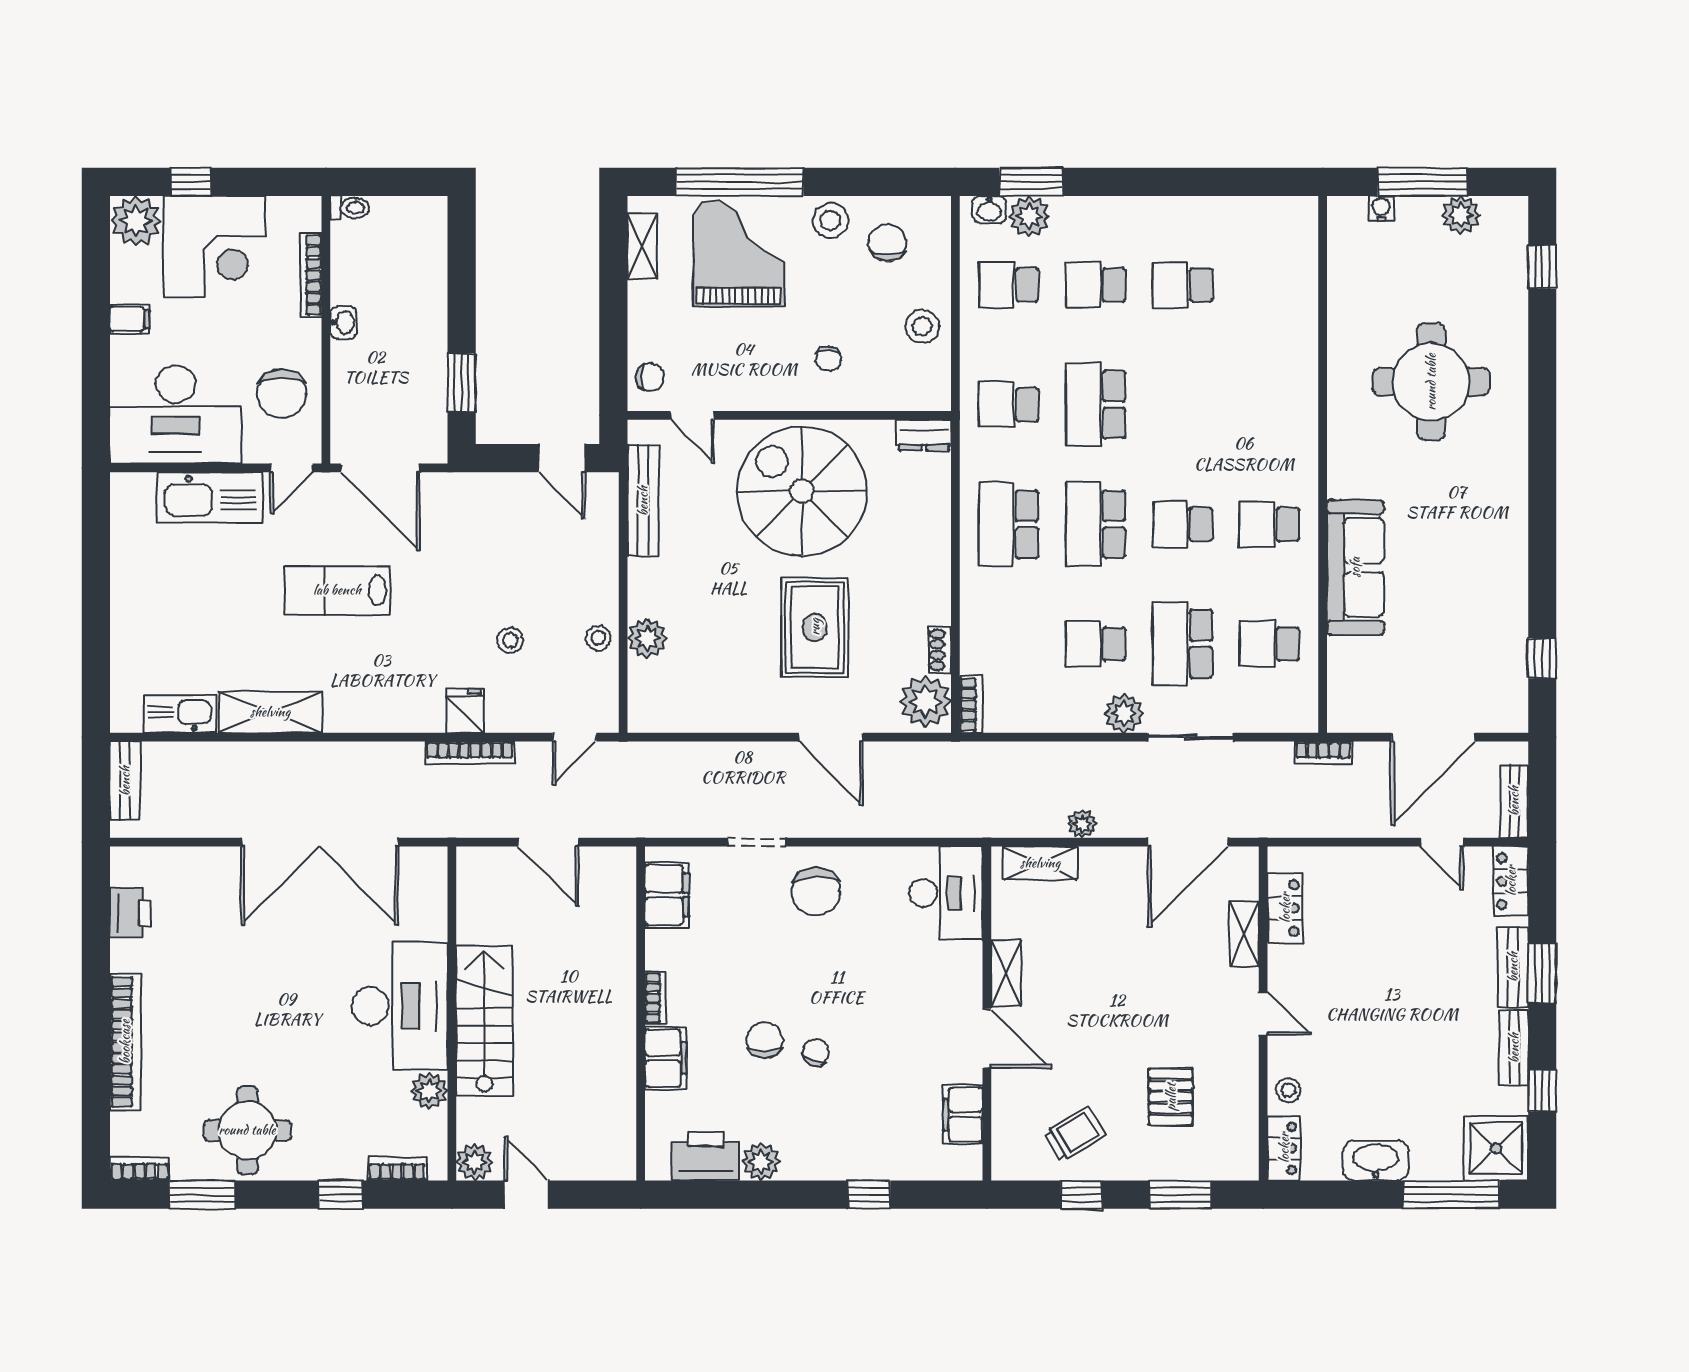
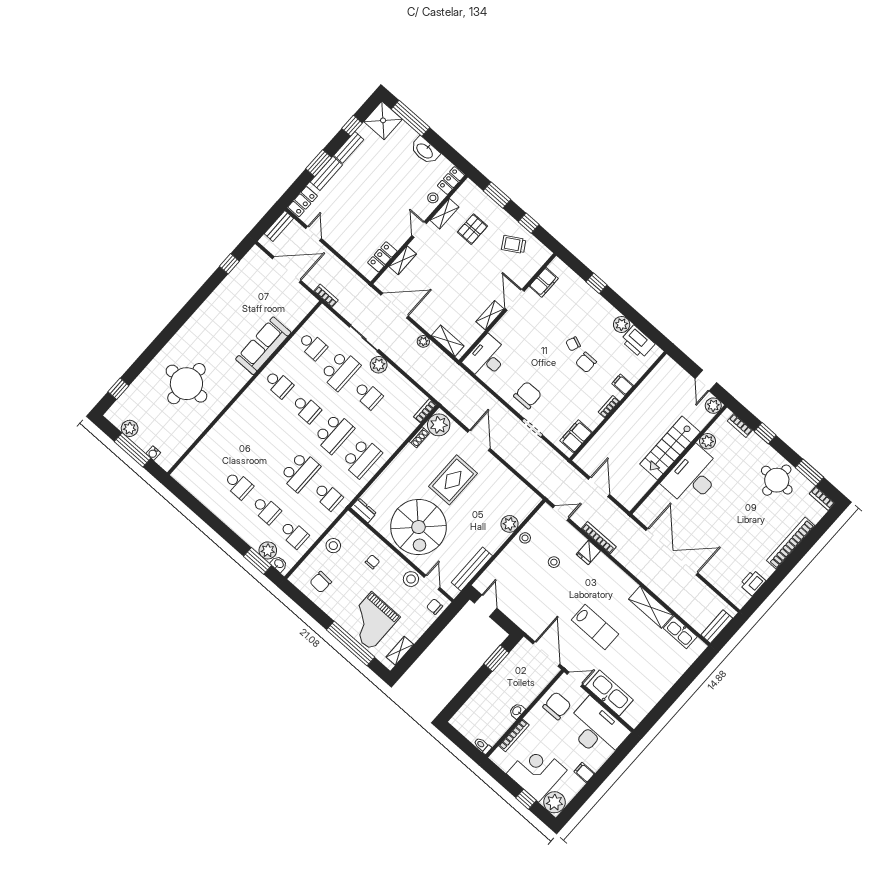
stool: (830, 220) -> (411, 579), moved
filing cabinet: (666, 1058) -> (623, 385), width x0.50
shelving: (1244, 1080) -> (444, 214), added

